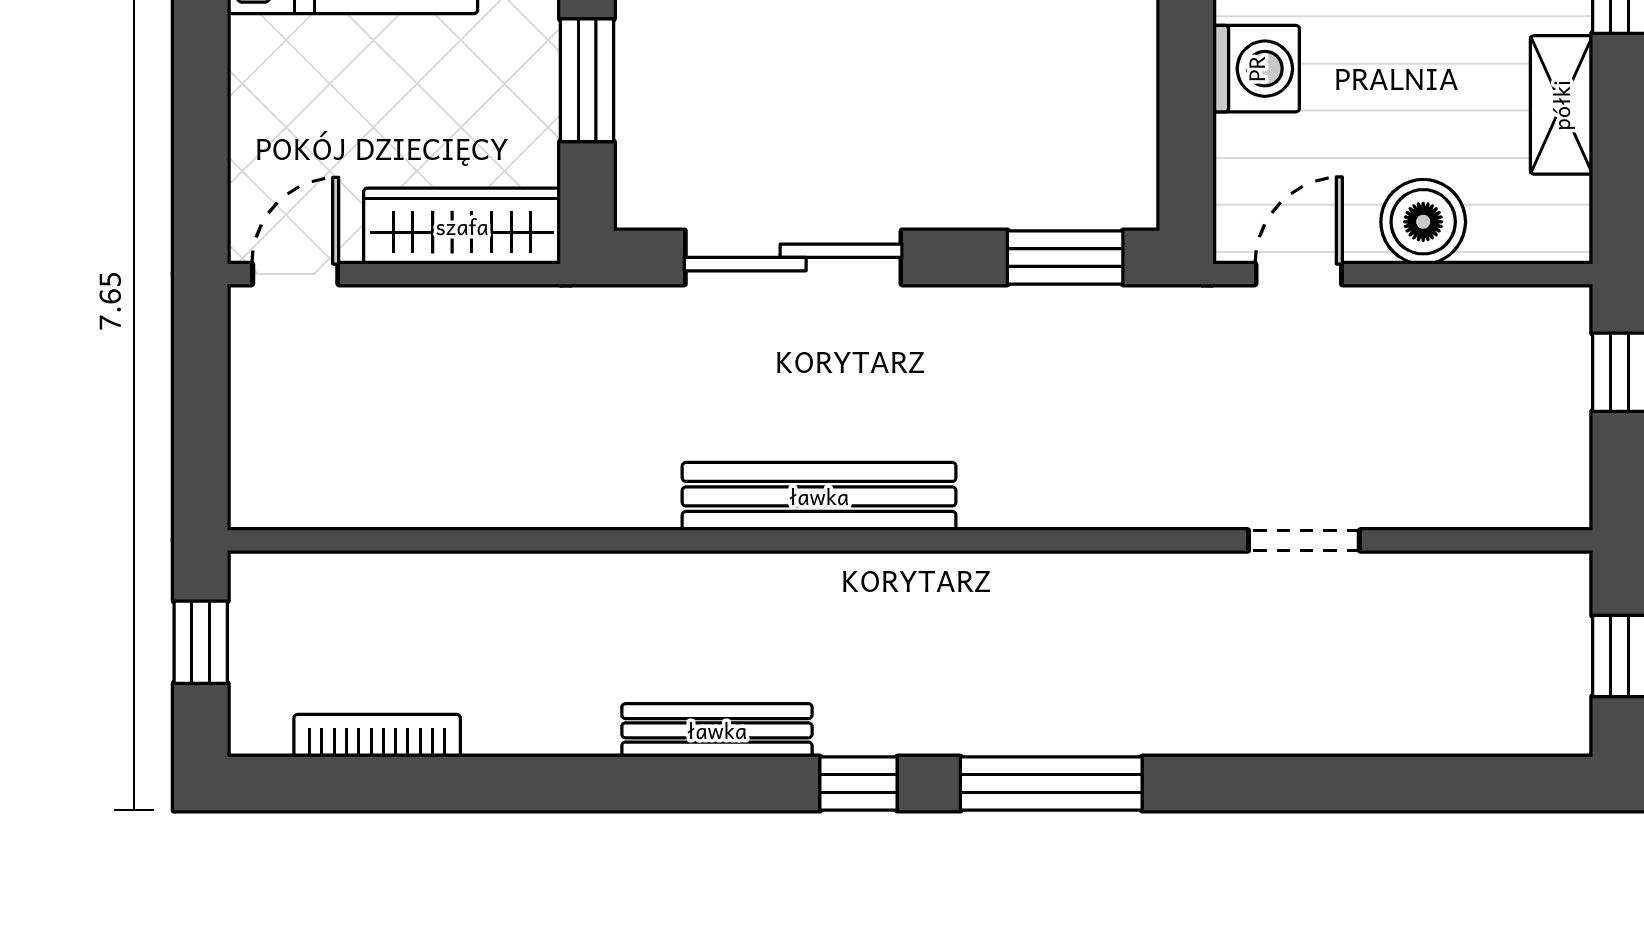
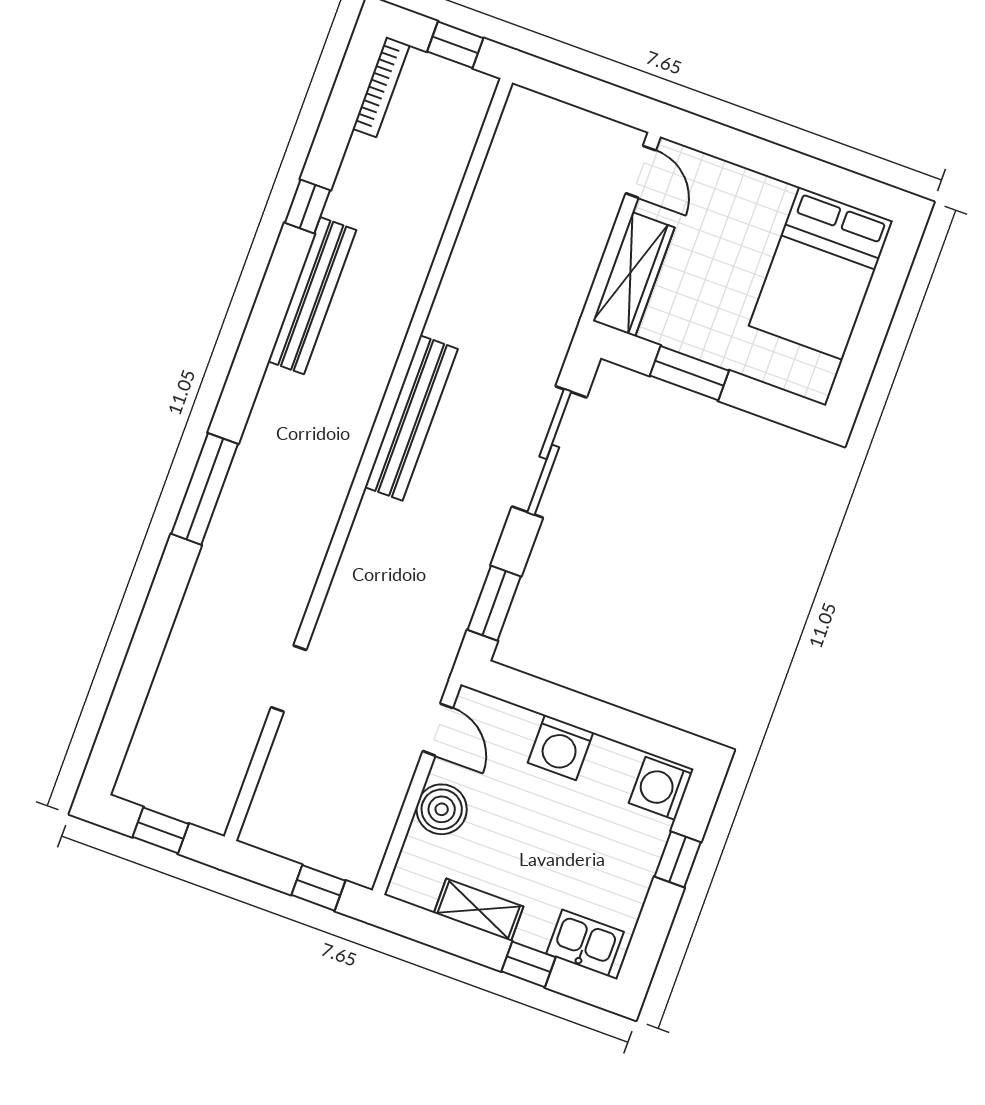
bench: (717, 730) -> (312, 296), width x1.37, depth x1.21
bookcase: (377, 736) -> (381, 87), moved
window: (859, 784) -> (307, 207), moved

